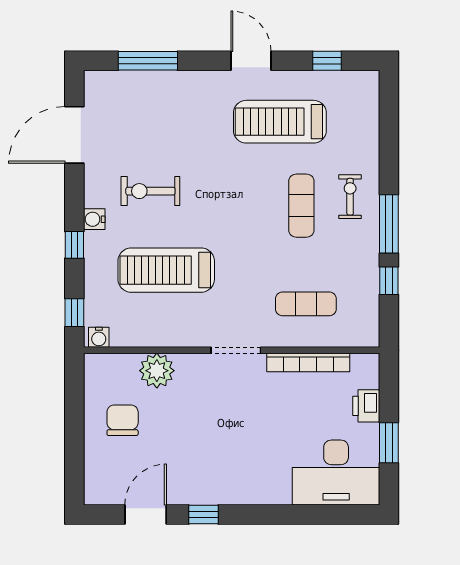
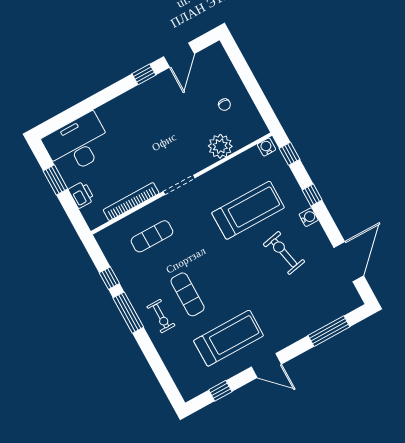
exercise bike: (150, 191) -> (284, 253), turned -102
chair: (123, 420) -> (224, 105), width x0.54, depth x0.54

